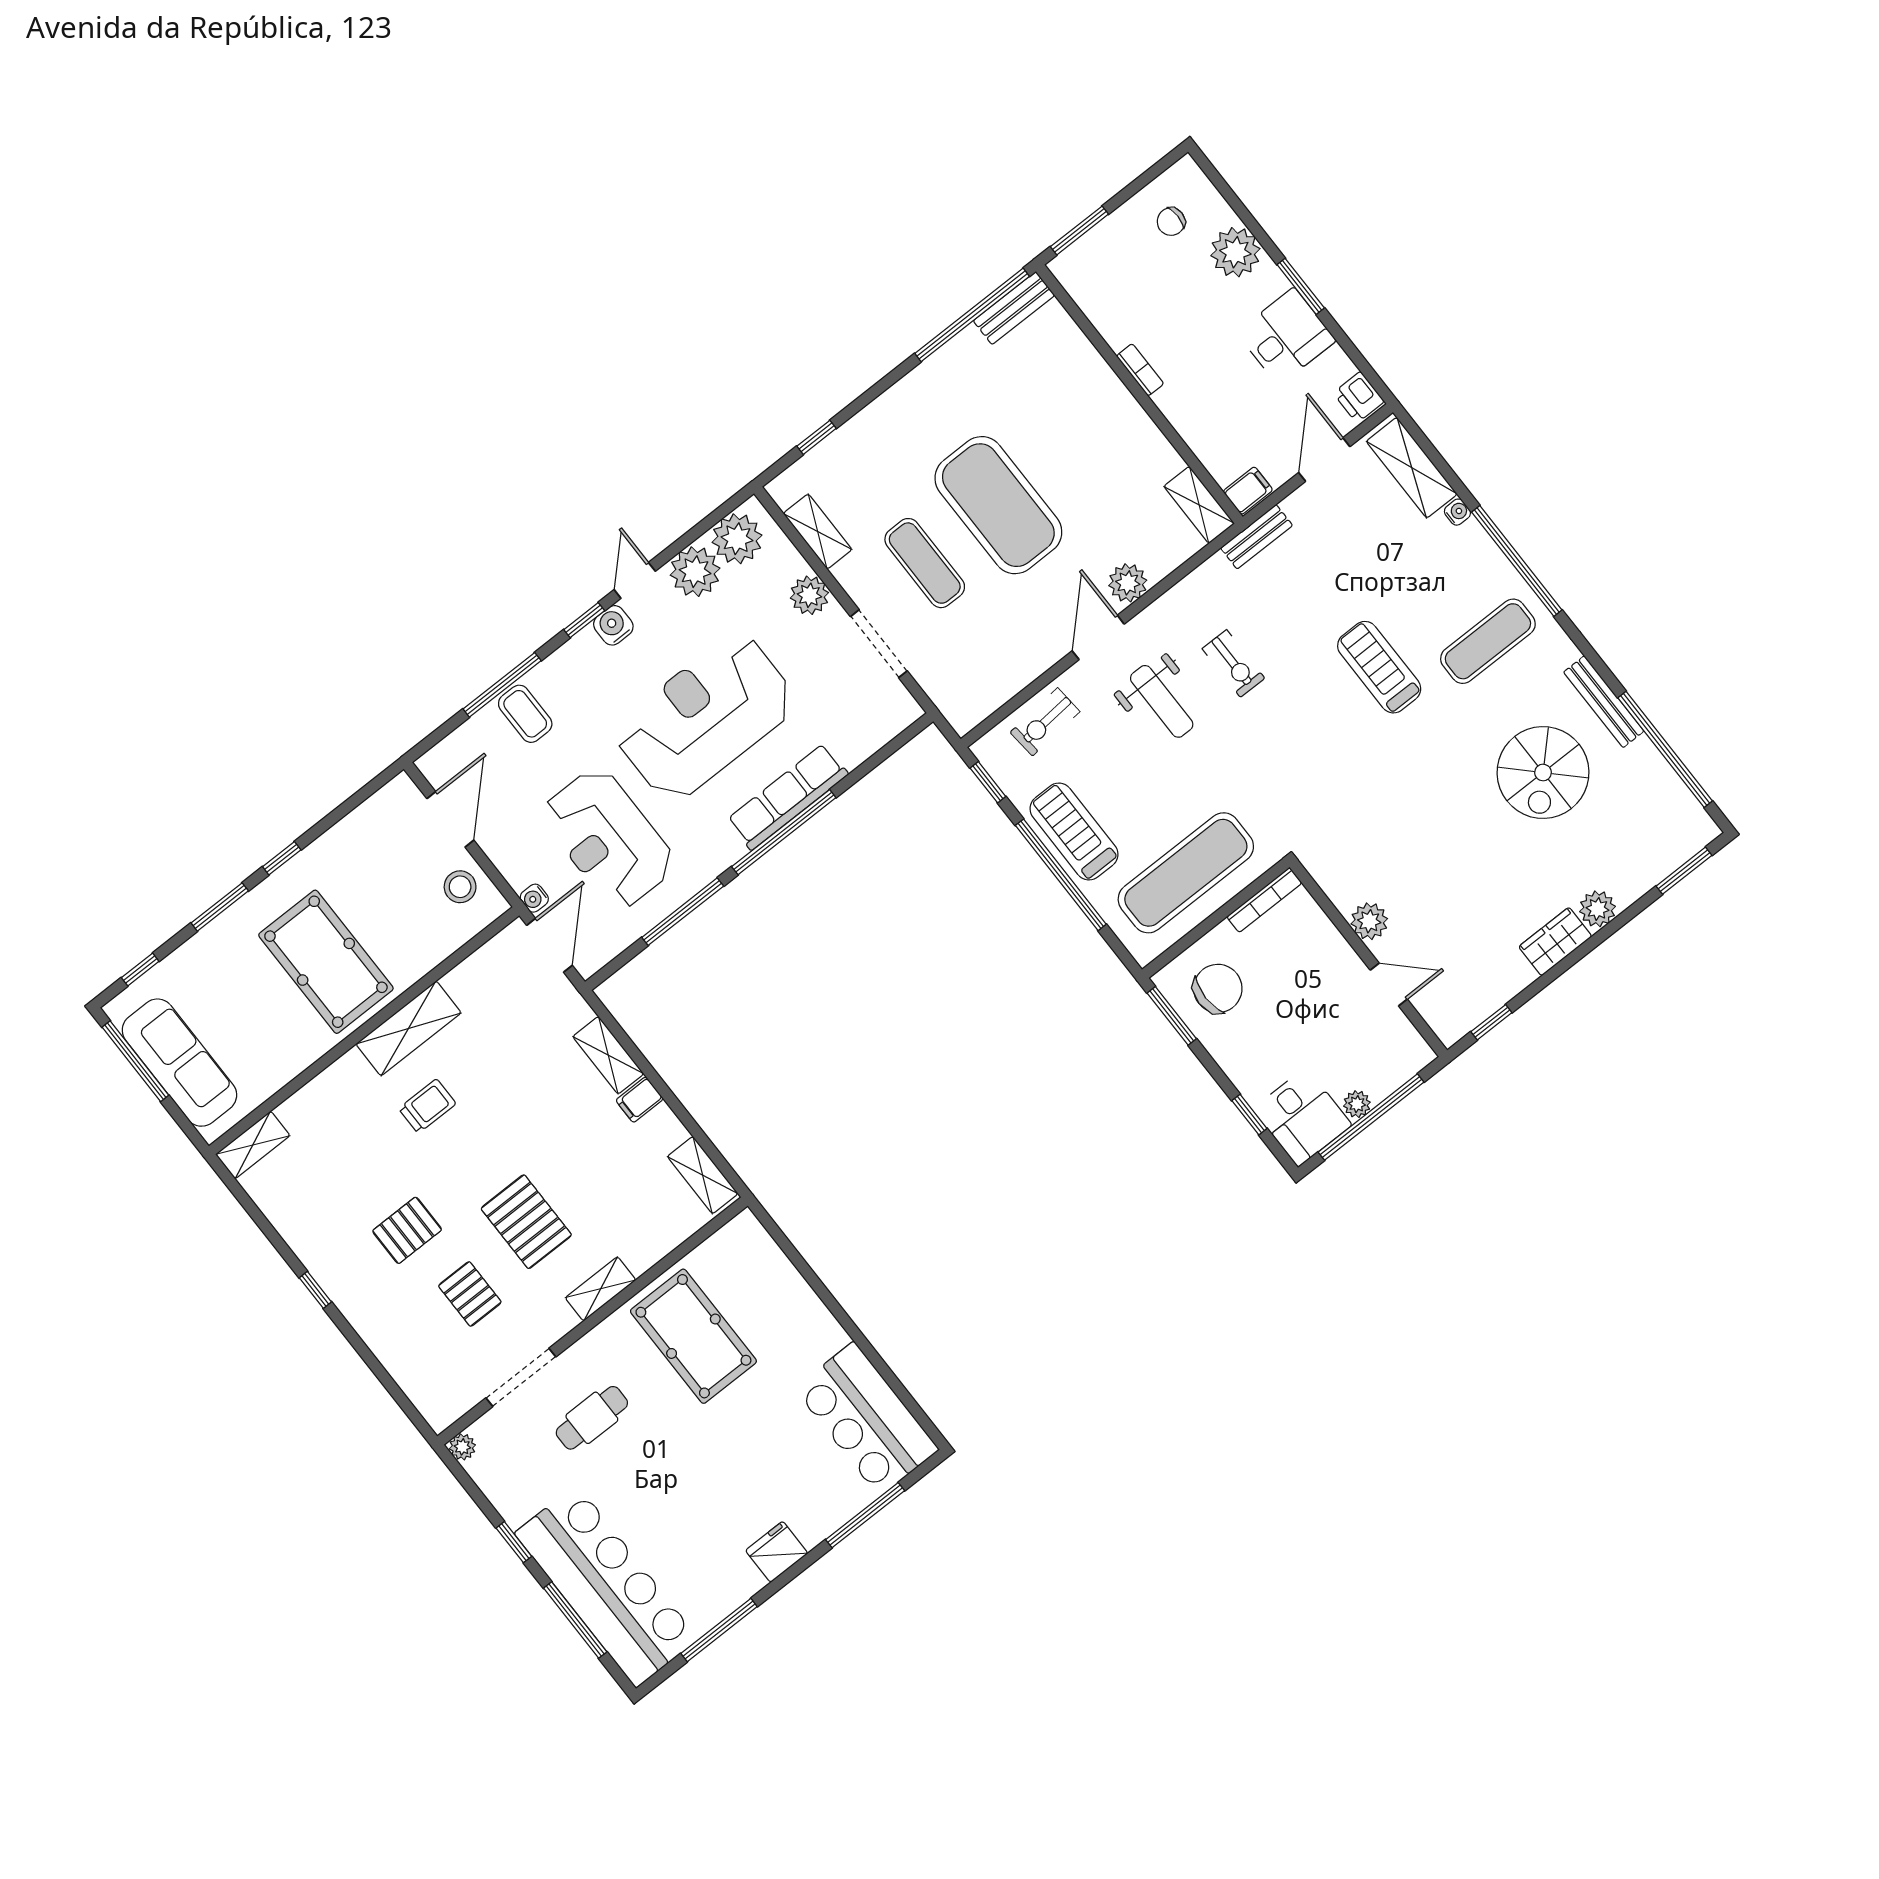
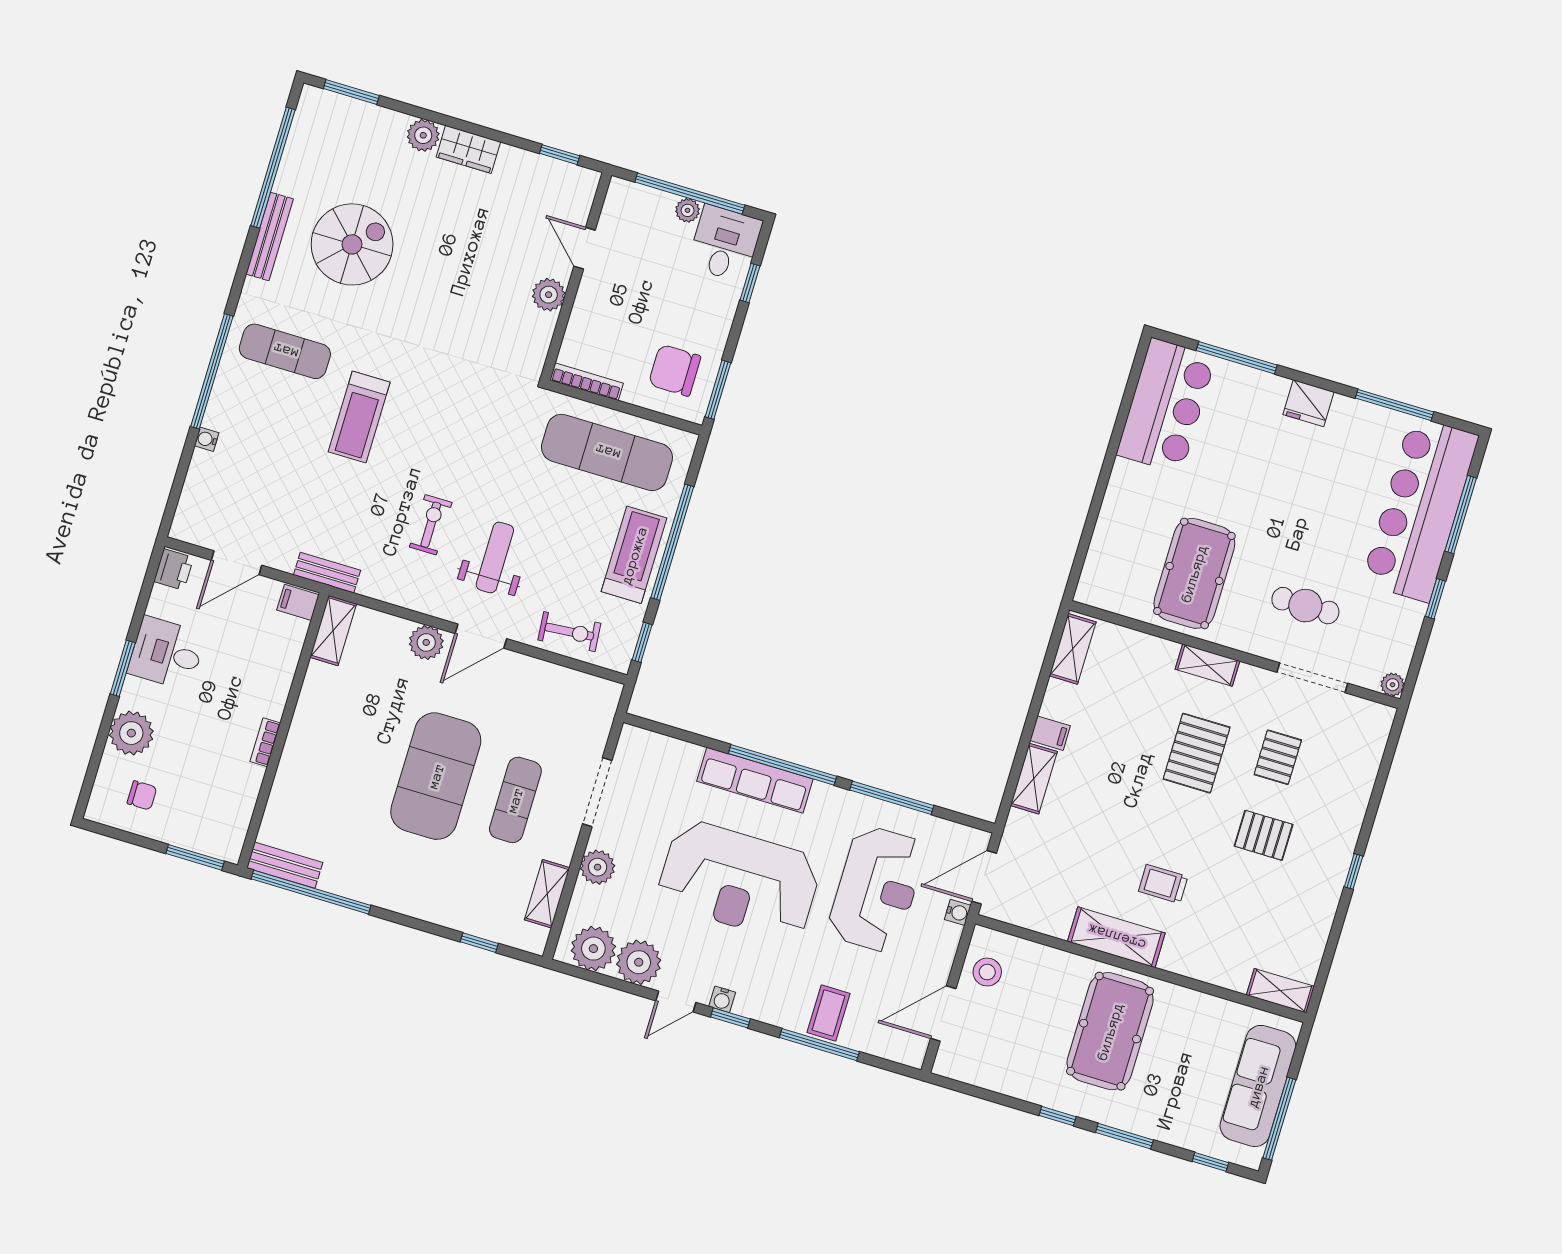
shelving: (1412, 468) -> (198, 495), removed
water cooler: (613, 625) -> (722, 999), width x0.72, depth x0.72
treadmill: (1074, 831) -> (634, 555), turned 180

